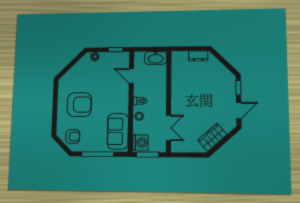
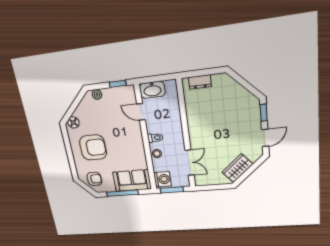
dresser: (198, 56) -> (200, 82), moved
washbasin: (156, 58) -> (152, 90), moved
floor lamp: (67, 79) -> (73, 122), added
sofa: (118, 131) -> (132, 180), moved, turned 90

